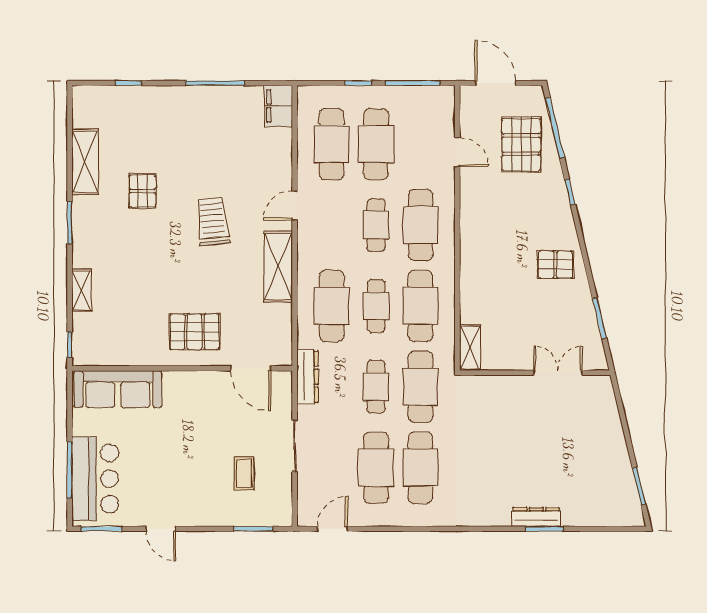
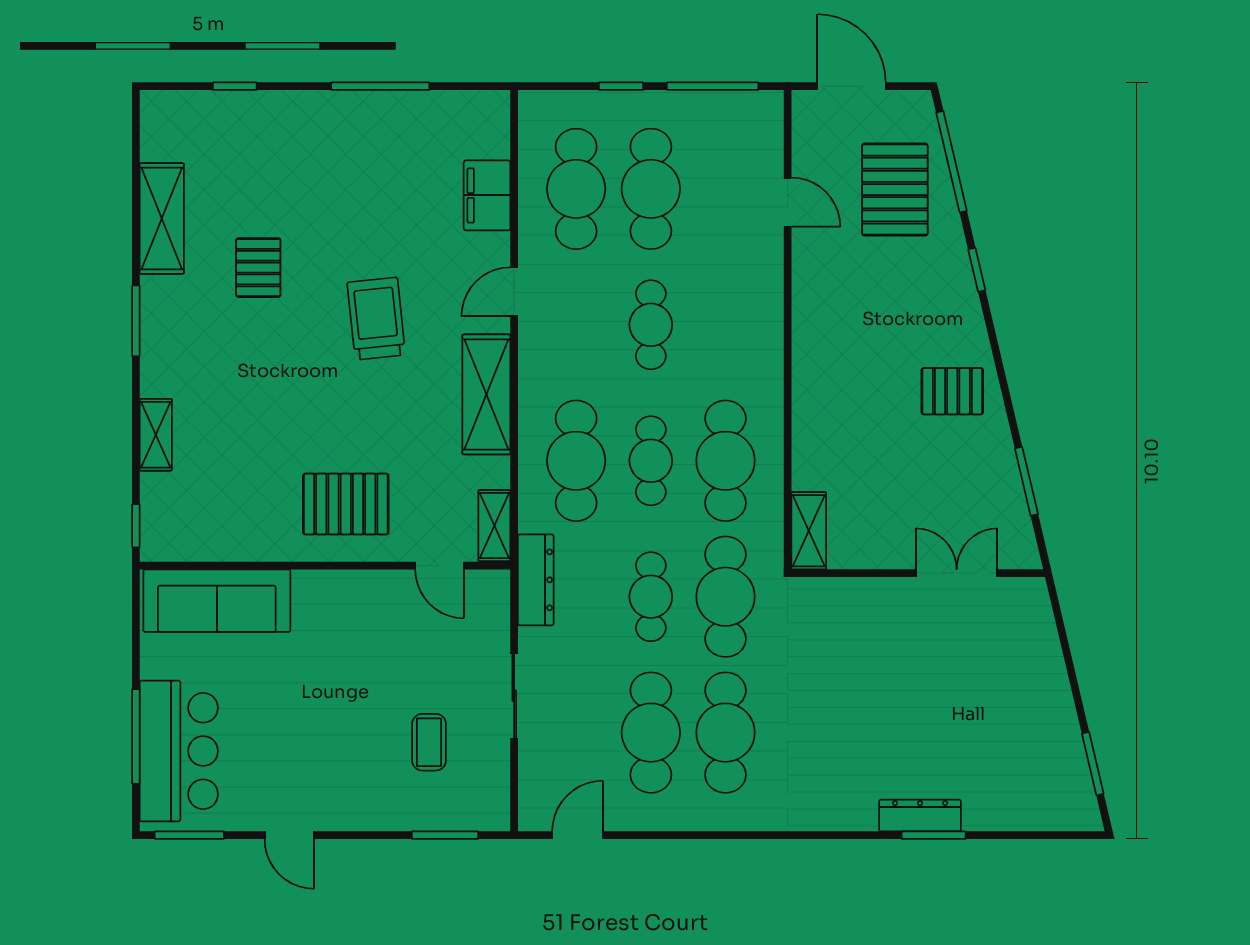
filing cabinet: (279, 106) -> (487, 195), moved
cafe table: (420, 225) -> (726, 325), removed
shelving: (283, 344) -> (494, 526), added
door: (250, 368) -> (440, 566), width x0.73

